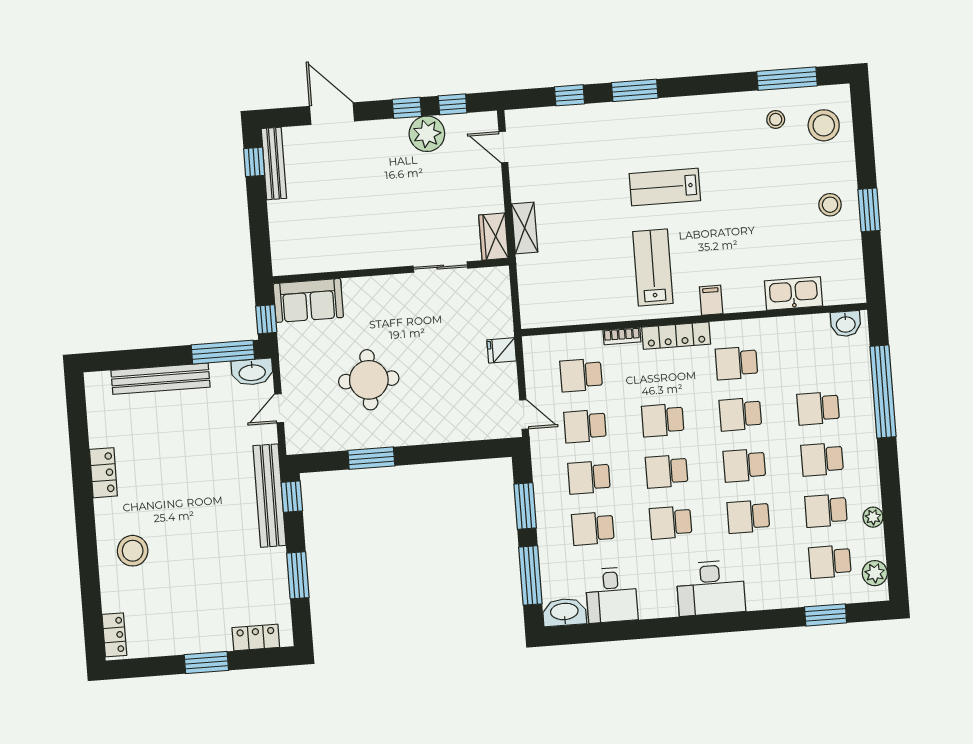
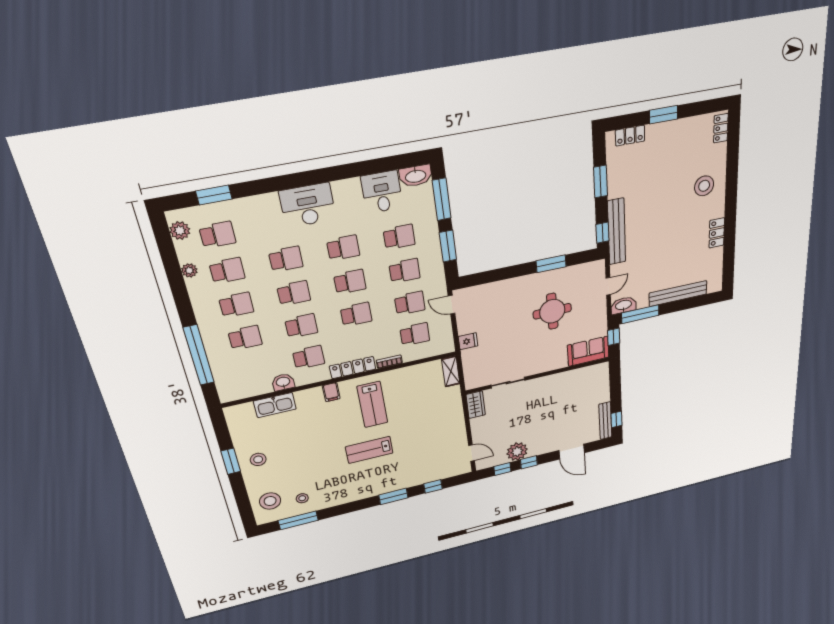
lab bench: (665, 187) -> (369, 450), turned 180
shelving: (525, 228) -> (451, 371), moved
washbasin: (846, 324) -> (283, 382), moved

